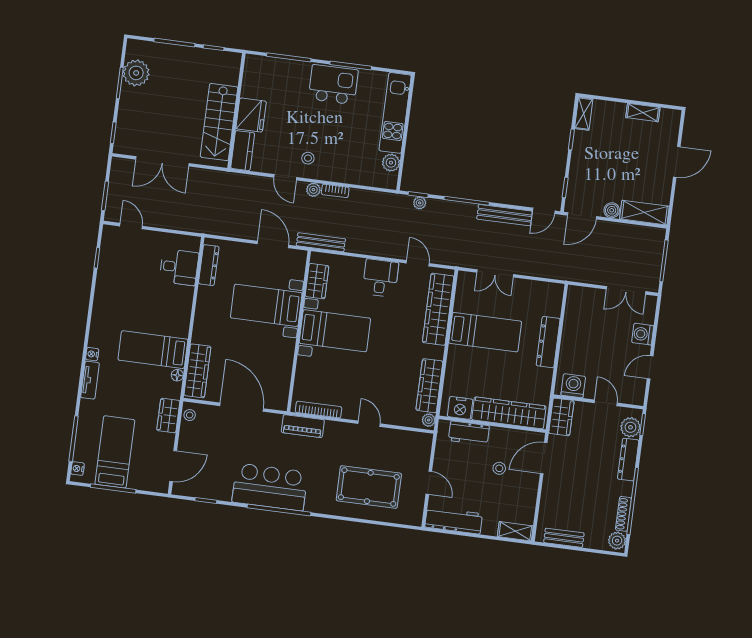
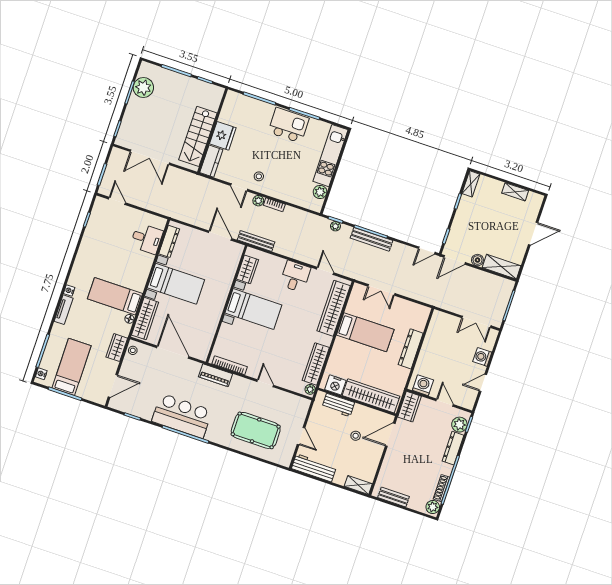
bench: (505, 215) -> (372, 239), moved
bed with nightstands: (266, 305) -> (176, 284), moved, turned 180

